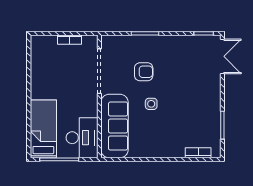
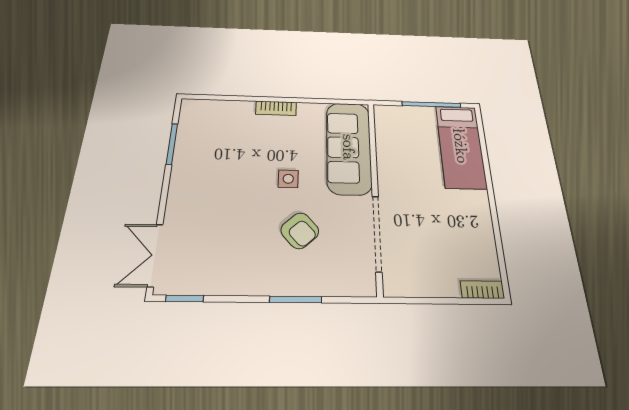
bookcase: (70, 40) -> (482, 290), moved
armchair: (144, 72) -> (300, 231), turned -132
desk: (82, 138) -> (399, 132), removed
bookcase: (198, 153) -> (276, 108), moved

